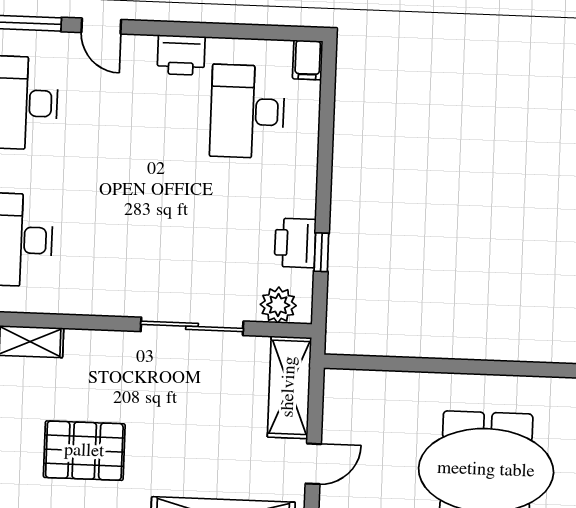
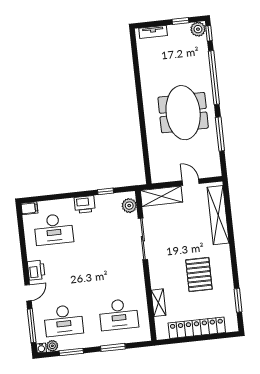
printer: (181, 55) -> (36, 270), moved
printer: (295, 243) -> (85, 204), moved

